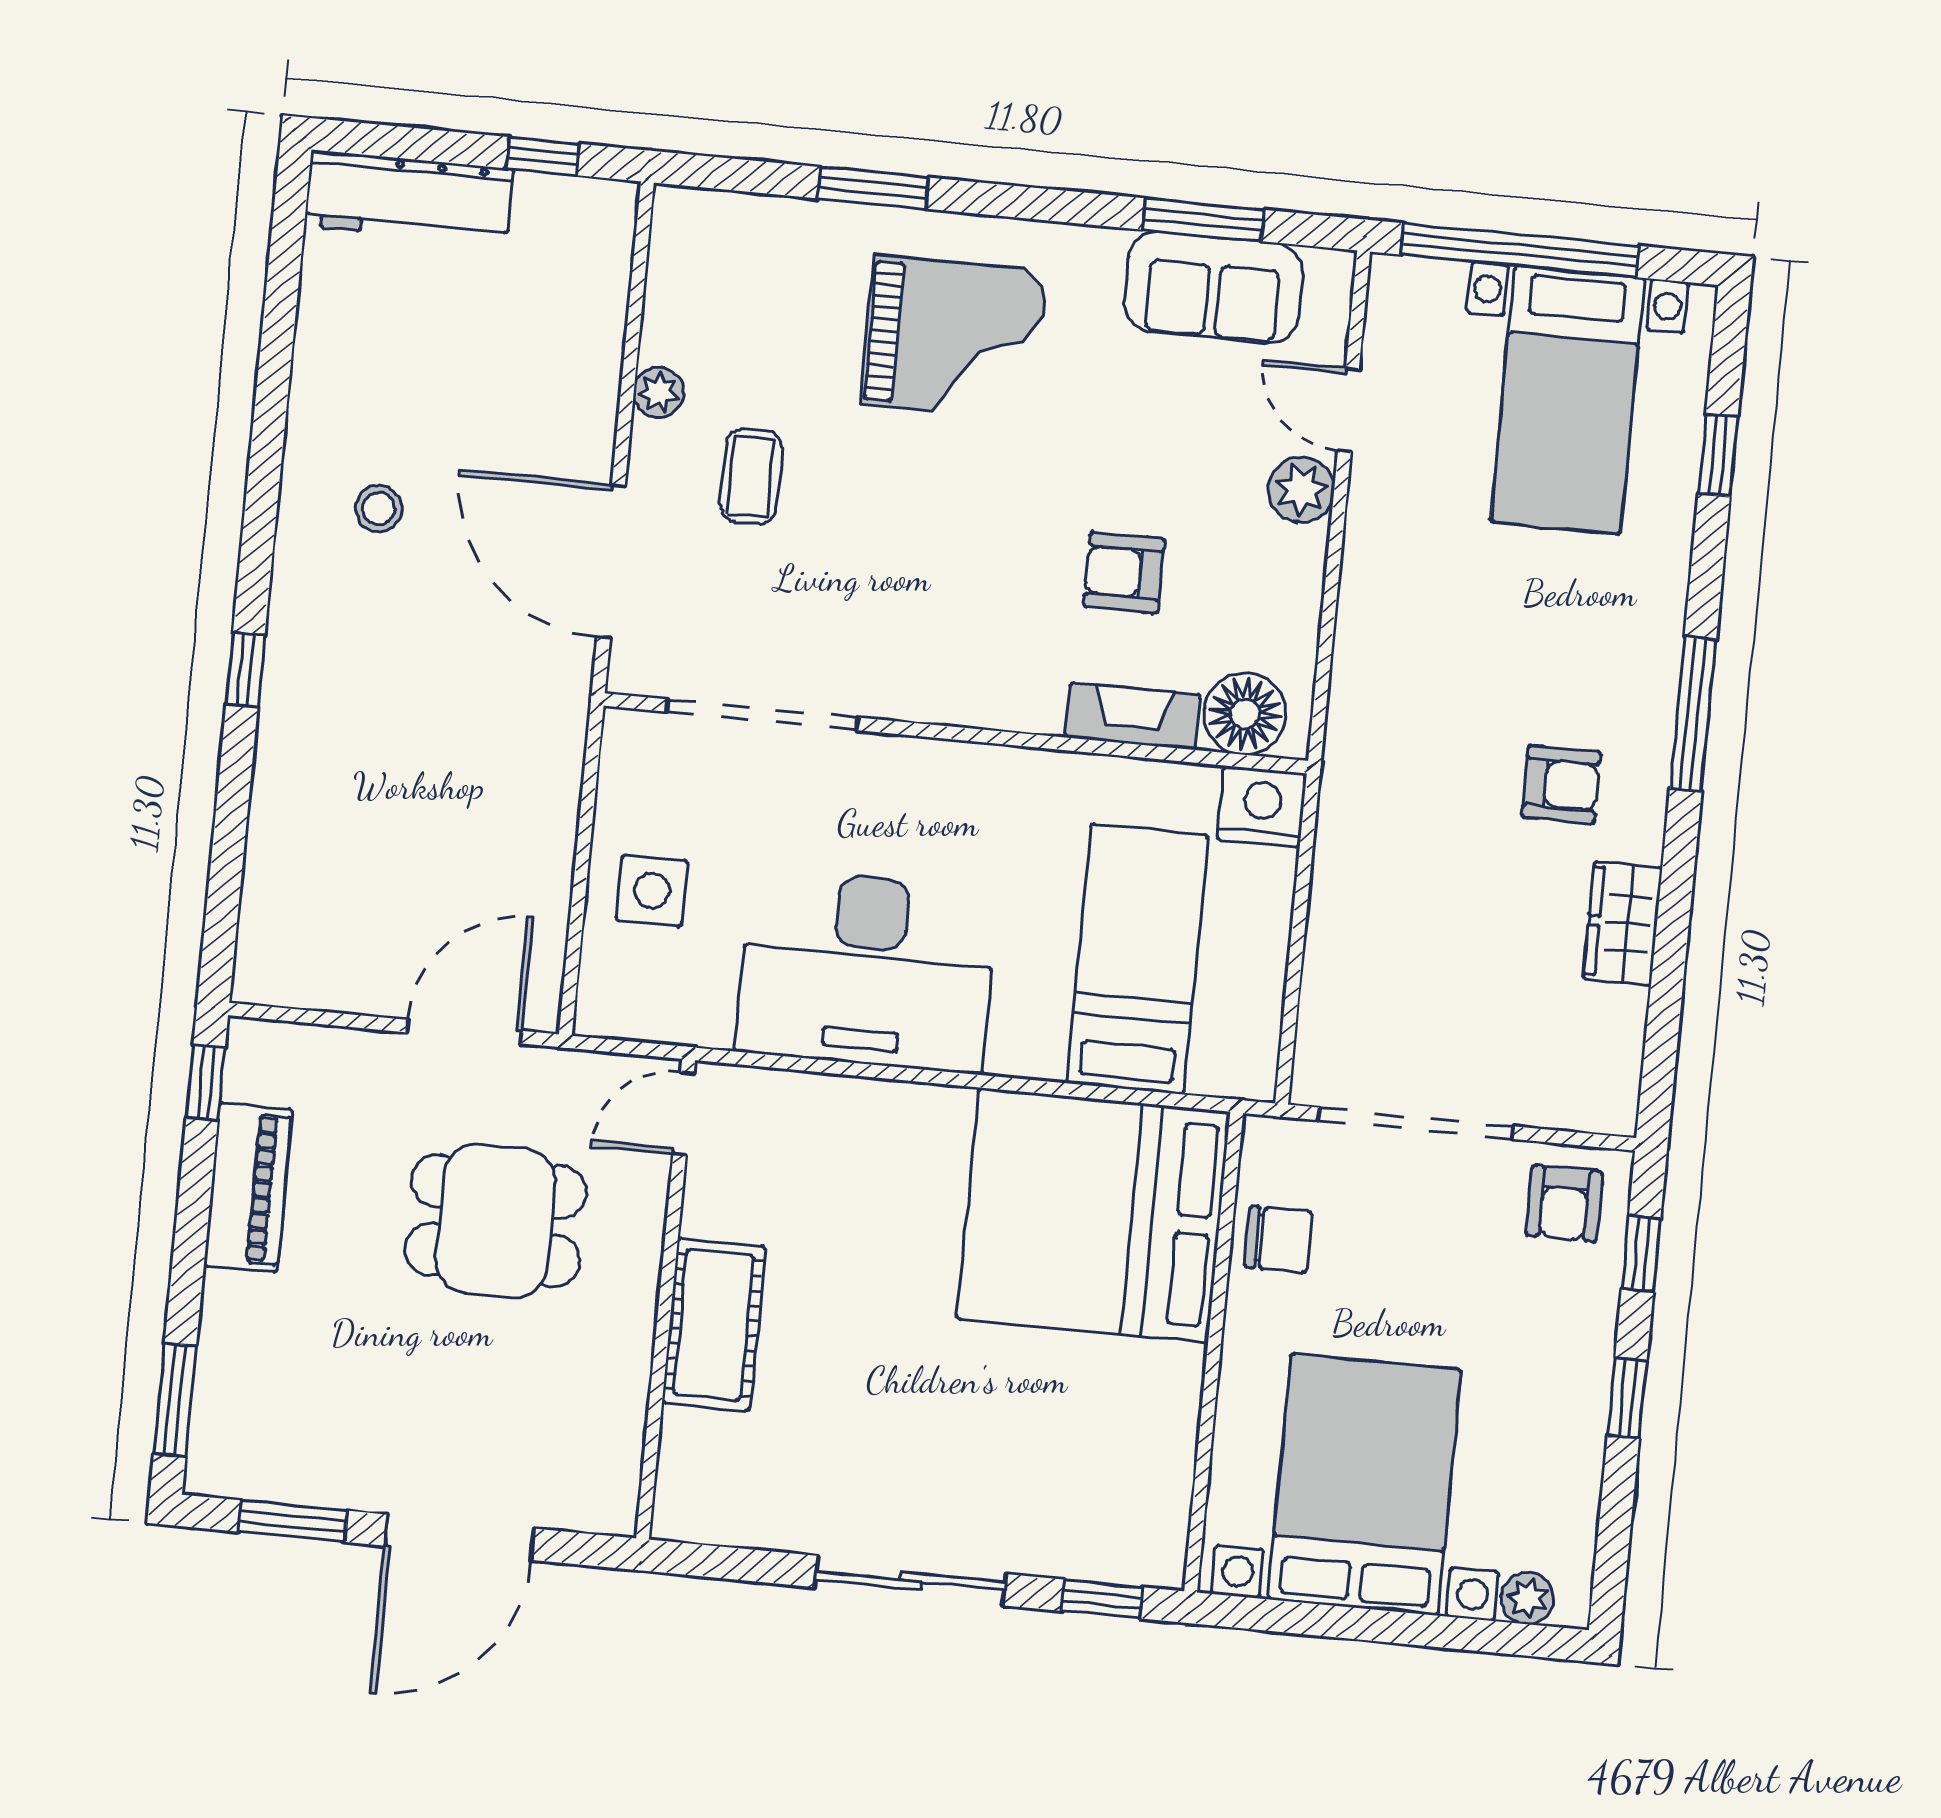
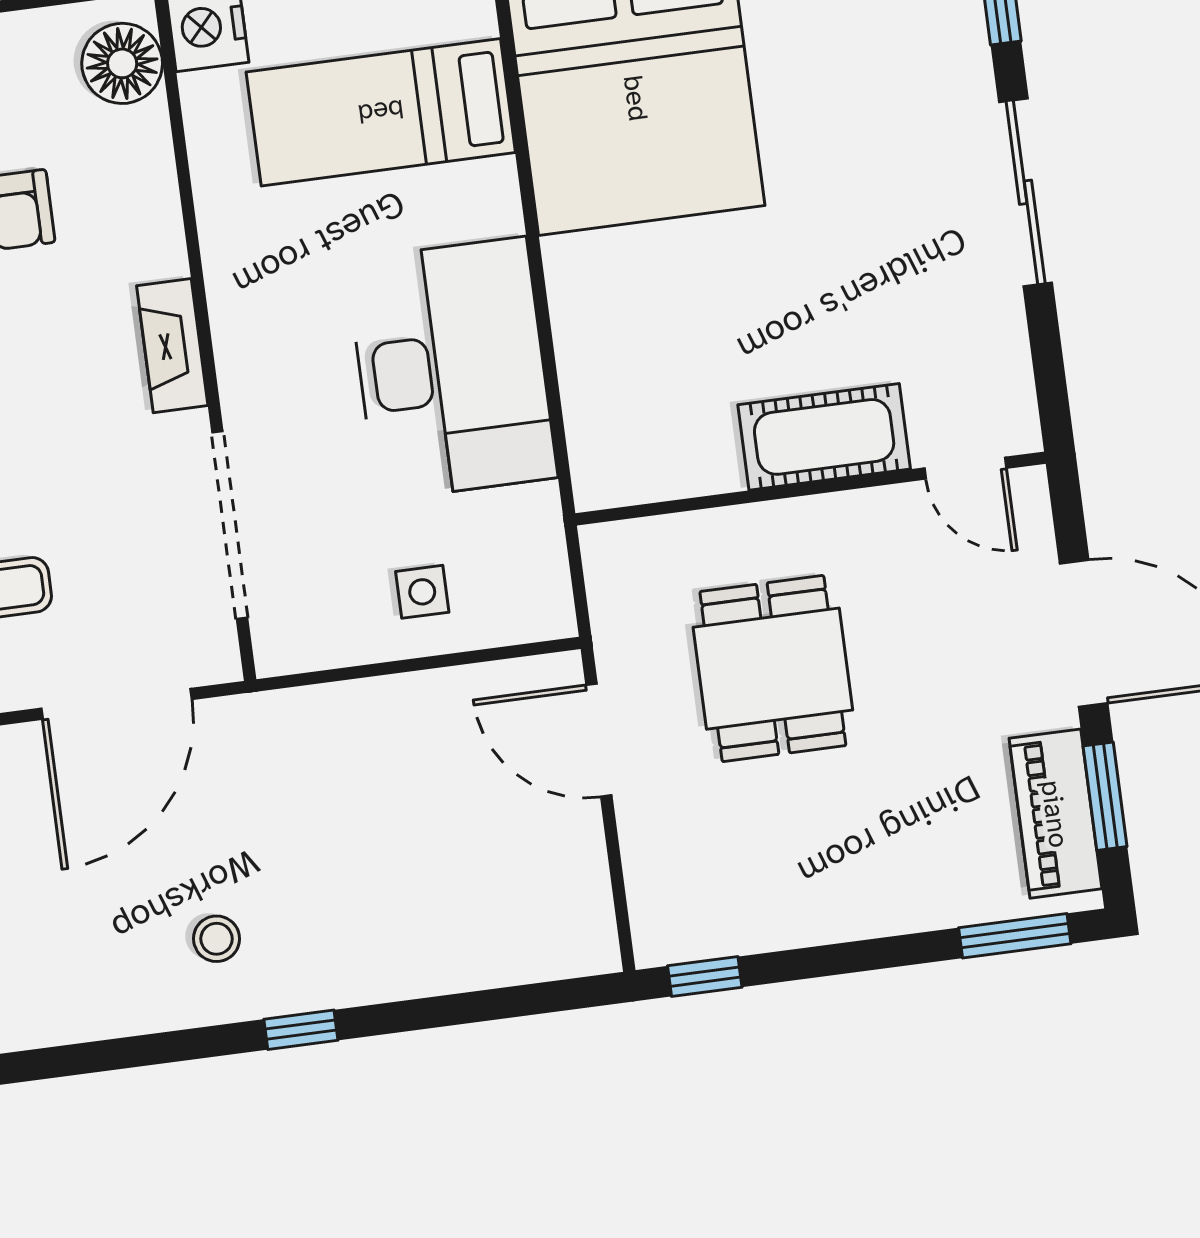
stool: (379, 508) -> (217, 939), moved
fireplace: (1133, 716) -> (172, 346), moved
side table: (652, 890) -> (422, 592), width x0.73, depth x0.73
door: (683, 1113) -> (965, 468), moved
piano: (248, 1188) -> (1055, 814), moved, turned -90

